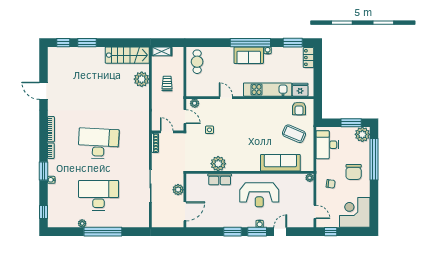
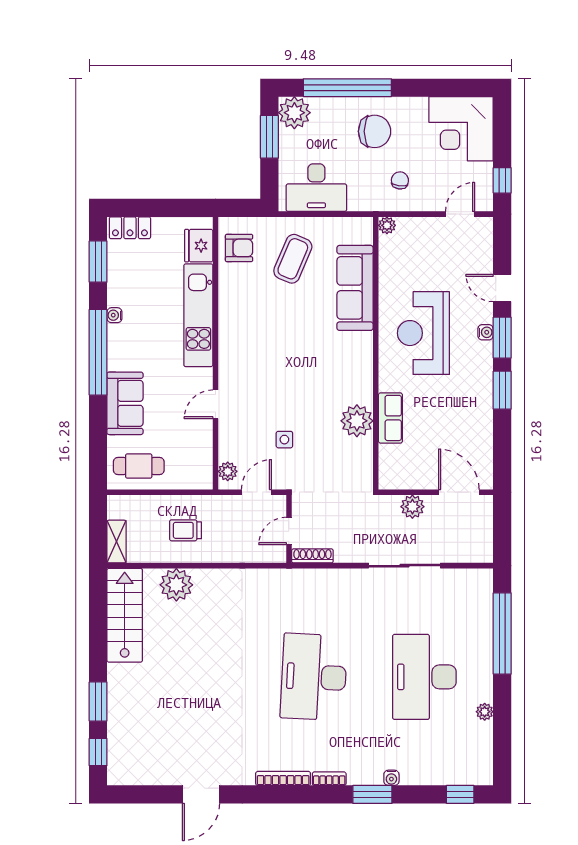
sofa: (249, 55) -> (125, 403), moved
reception desk: (259, 195) -> (423, 333), turned 180
window: (103, 232) -> (502, 633), moved

